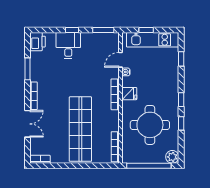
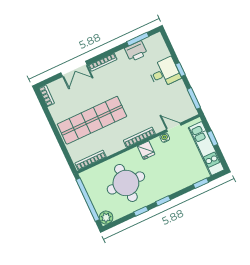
printer: (38, 42) -> (136, 51), moved
window: (28, 69) -> (138, 39), moved

